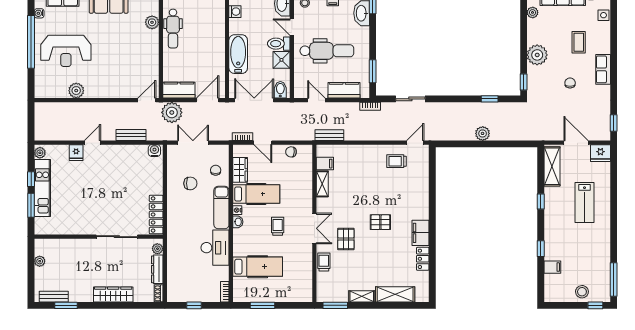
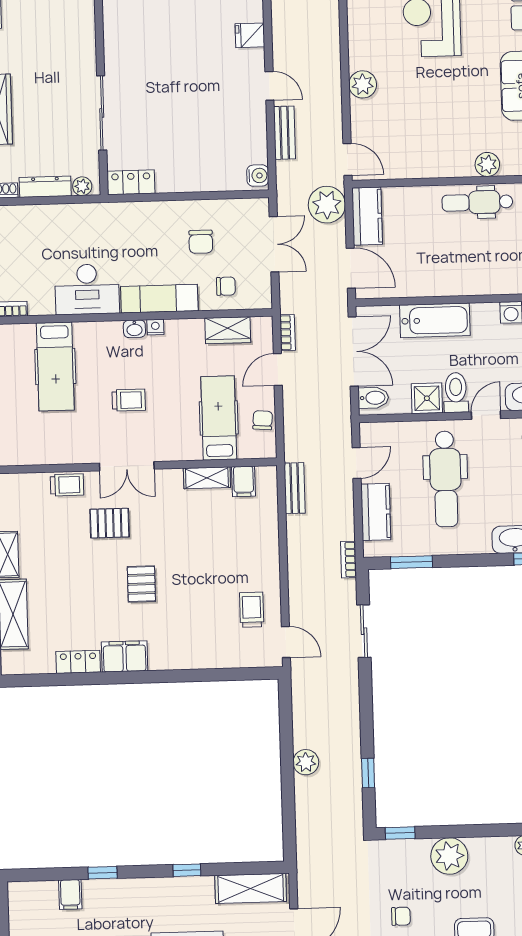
plant: (76, 91) -> (363, 84), moved
door: (92, 143) -> (269, 86), moved
hospital bed: (256, 194) -> (219, 418), moved, turned 180
locker: (156, 214) -> (131, 182), width x0.66

